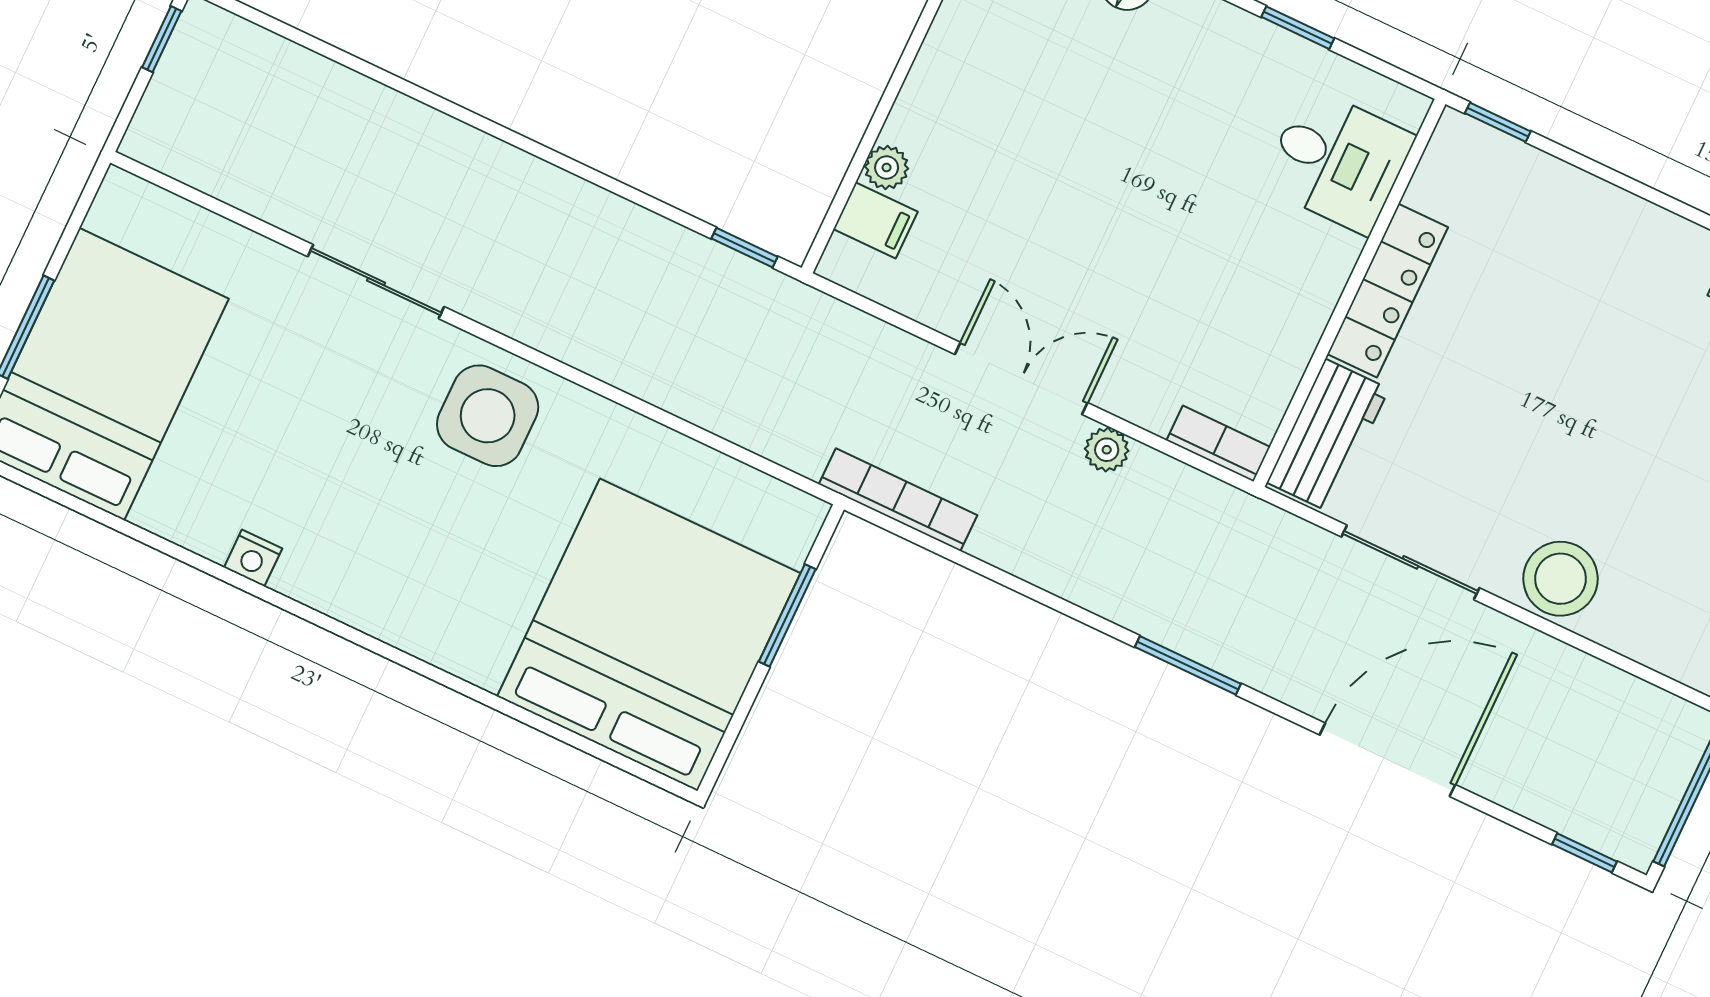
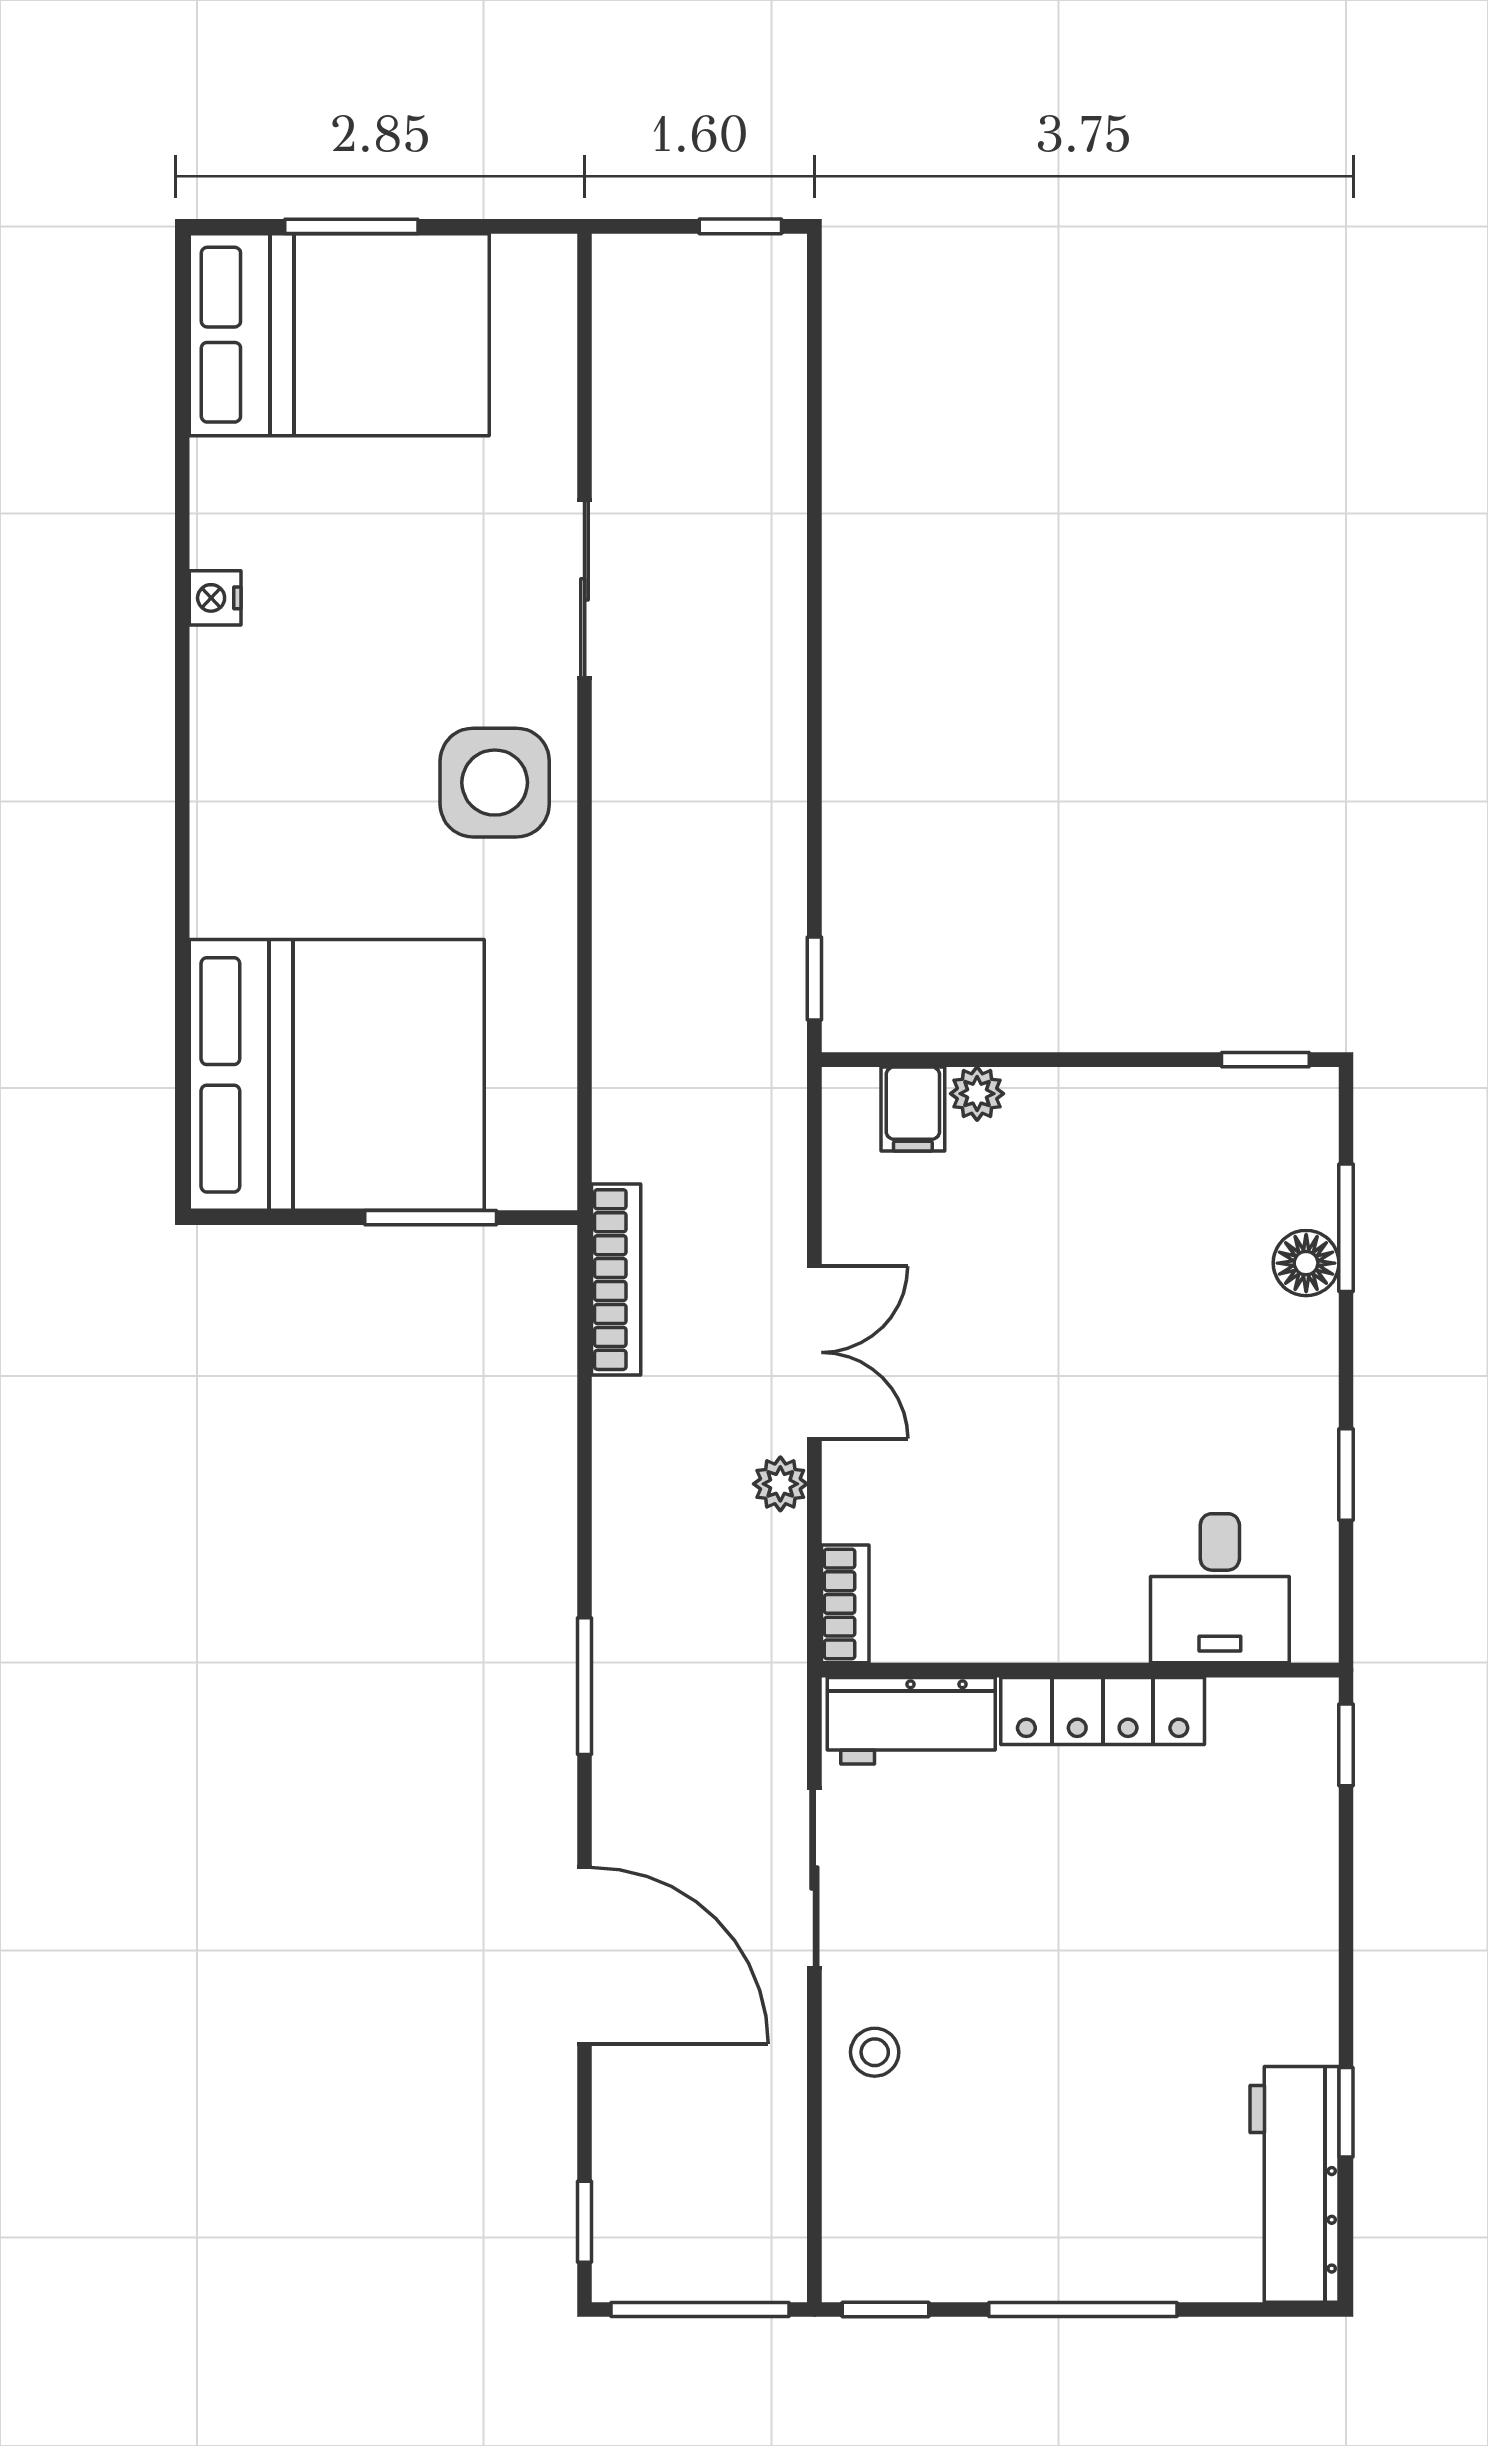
stool: (1560, 579) -> (875, 2052), width x0.53, depth x0.53

